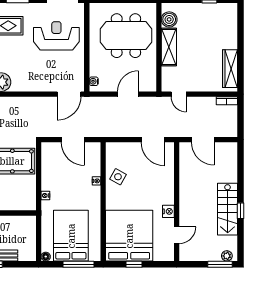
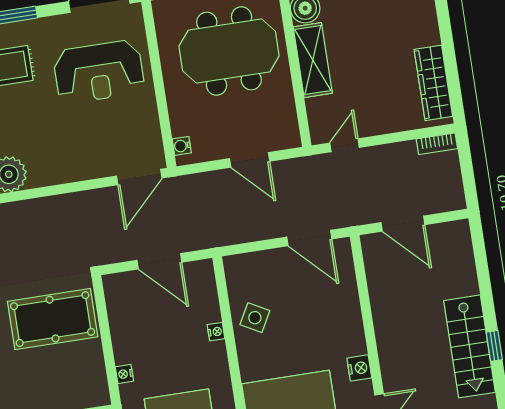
reception desk: (56, 36) -> (99, 72), turned 180
door: (128, 94) -> (250, 160), swing flipped
door: (179, 94) -> (345, 145), swing flipped

